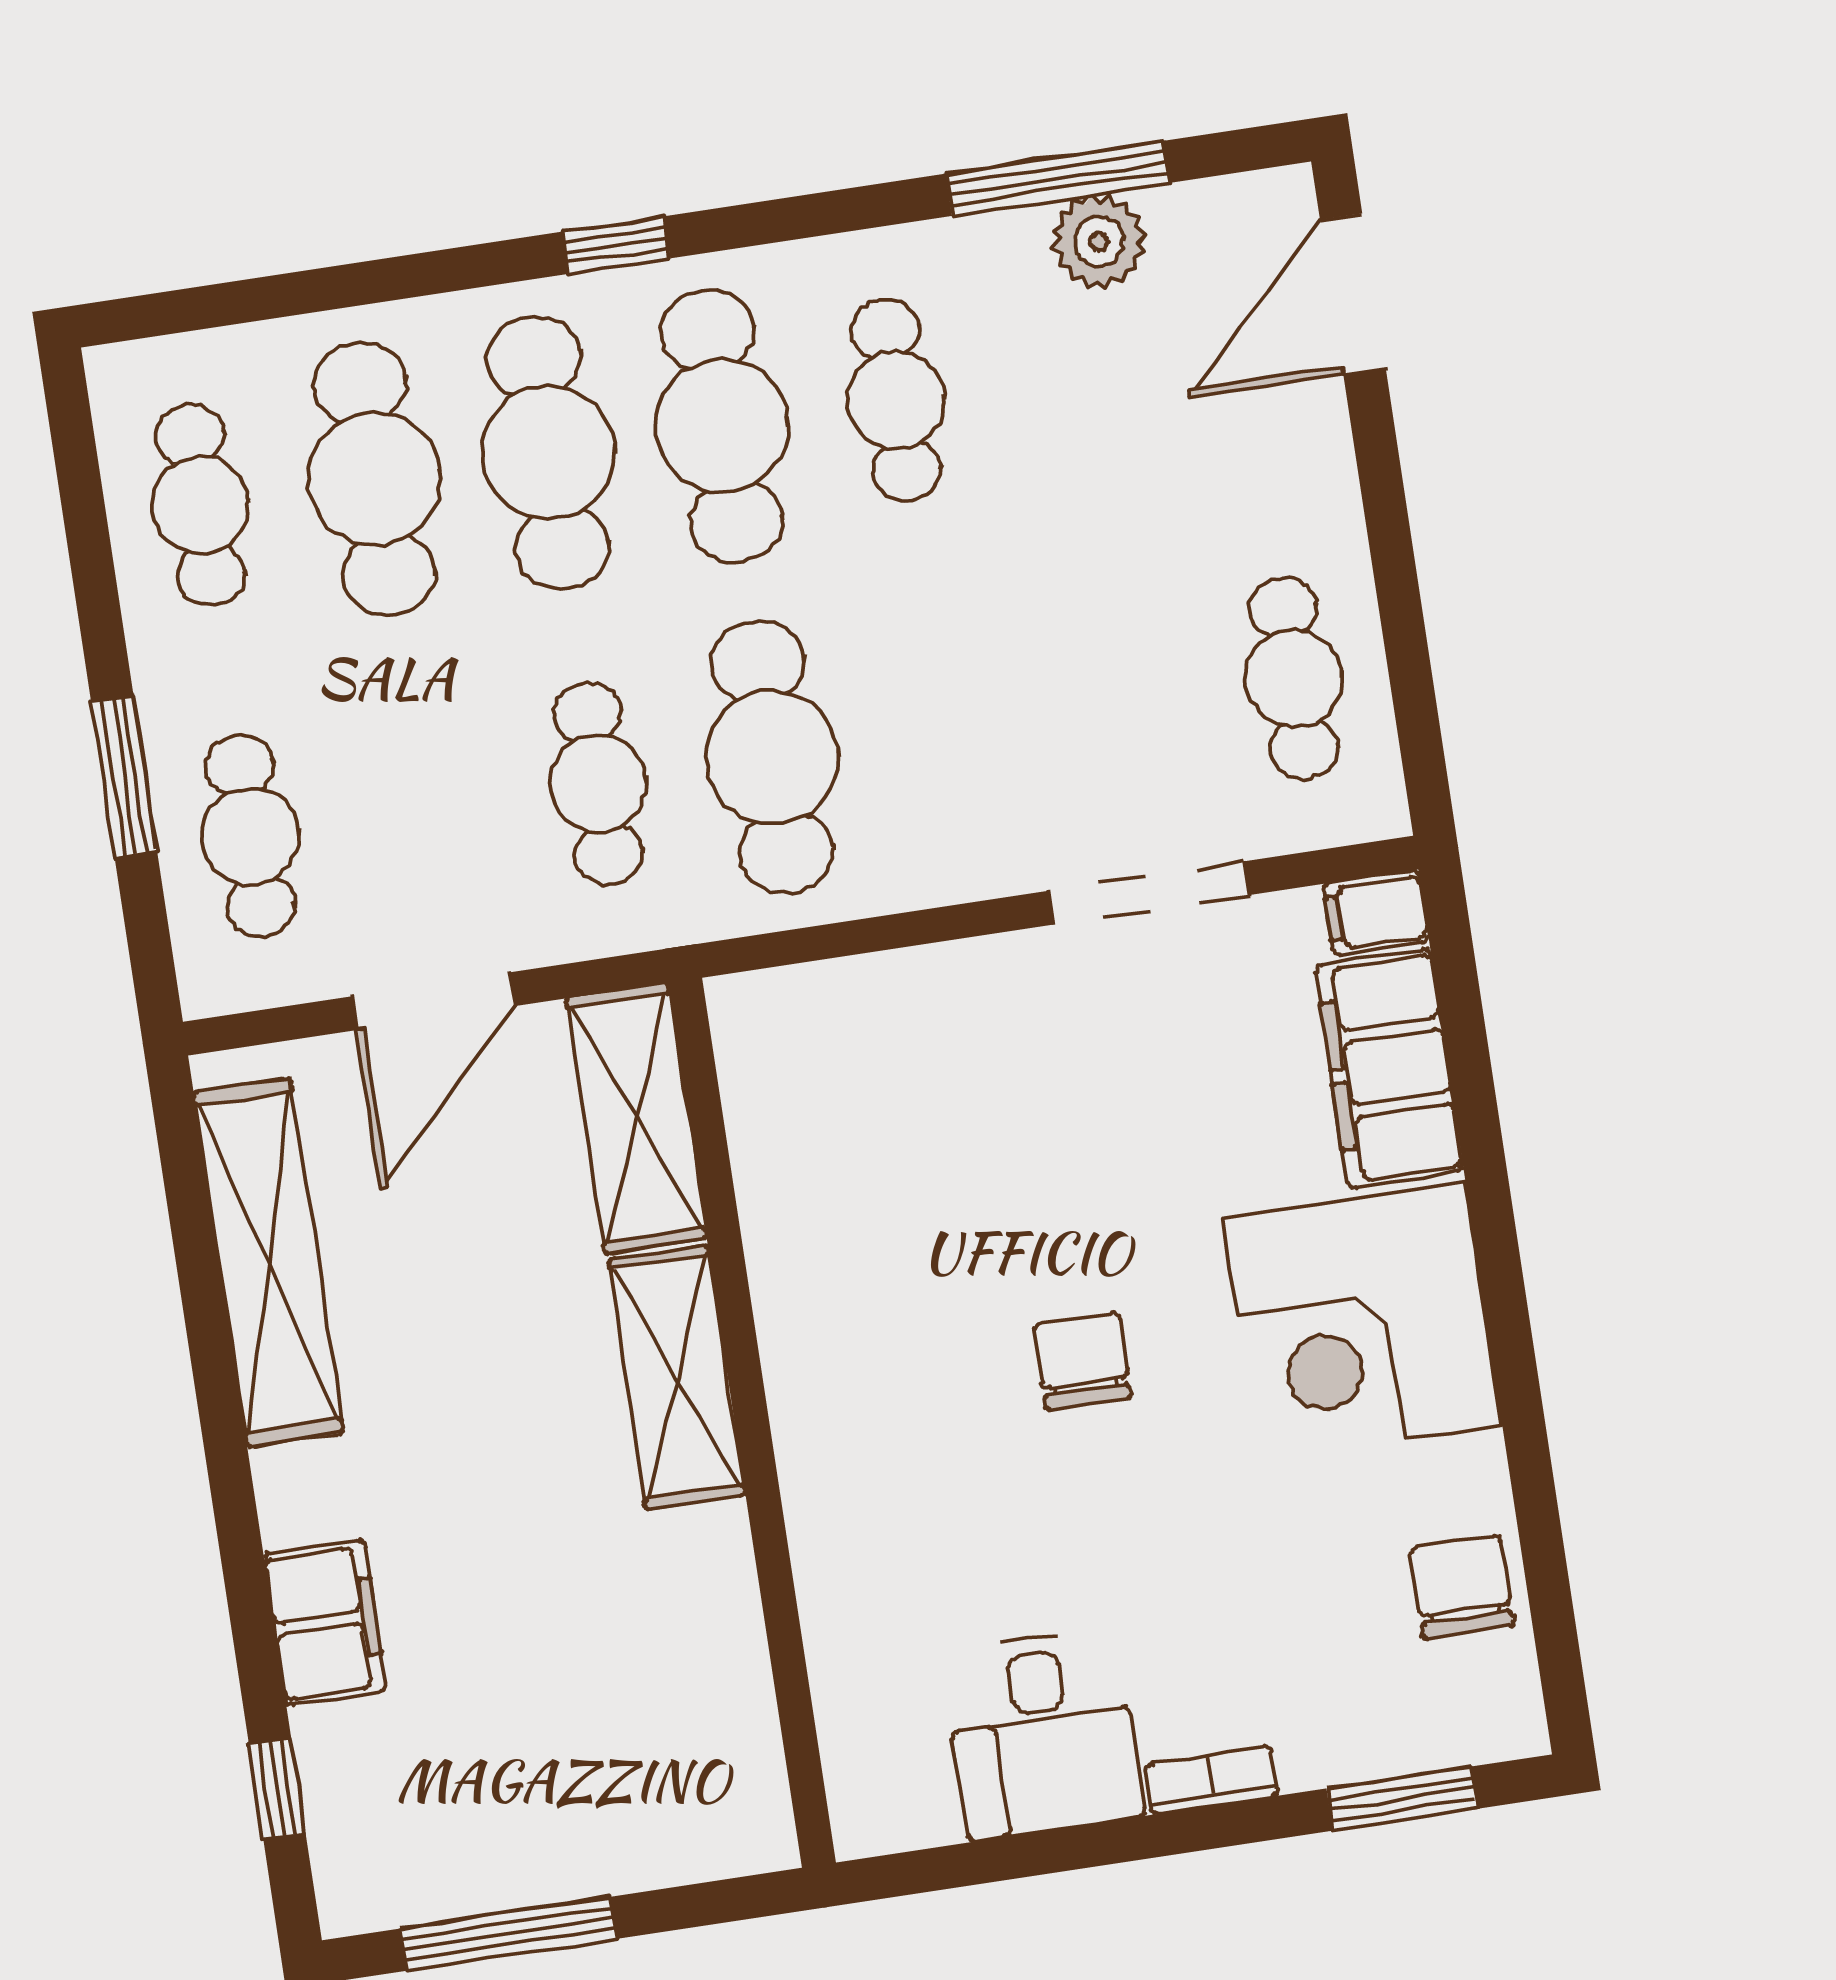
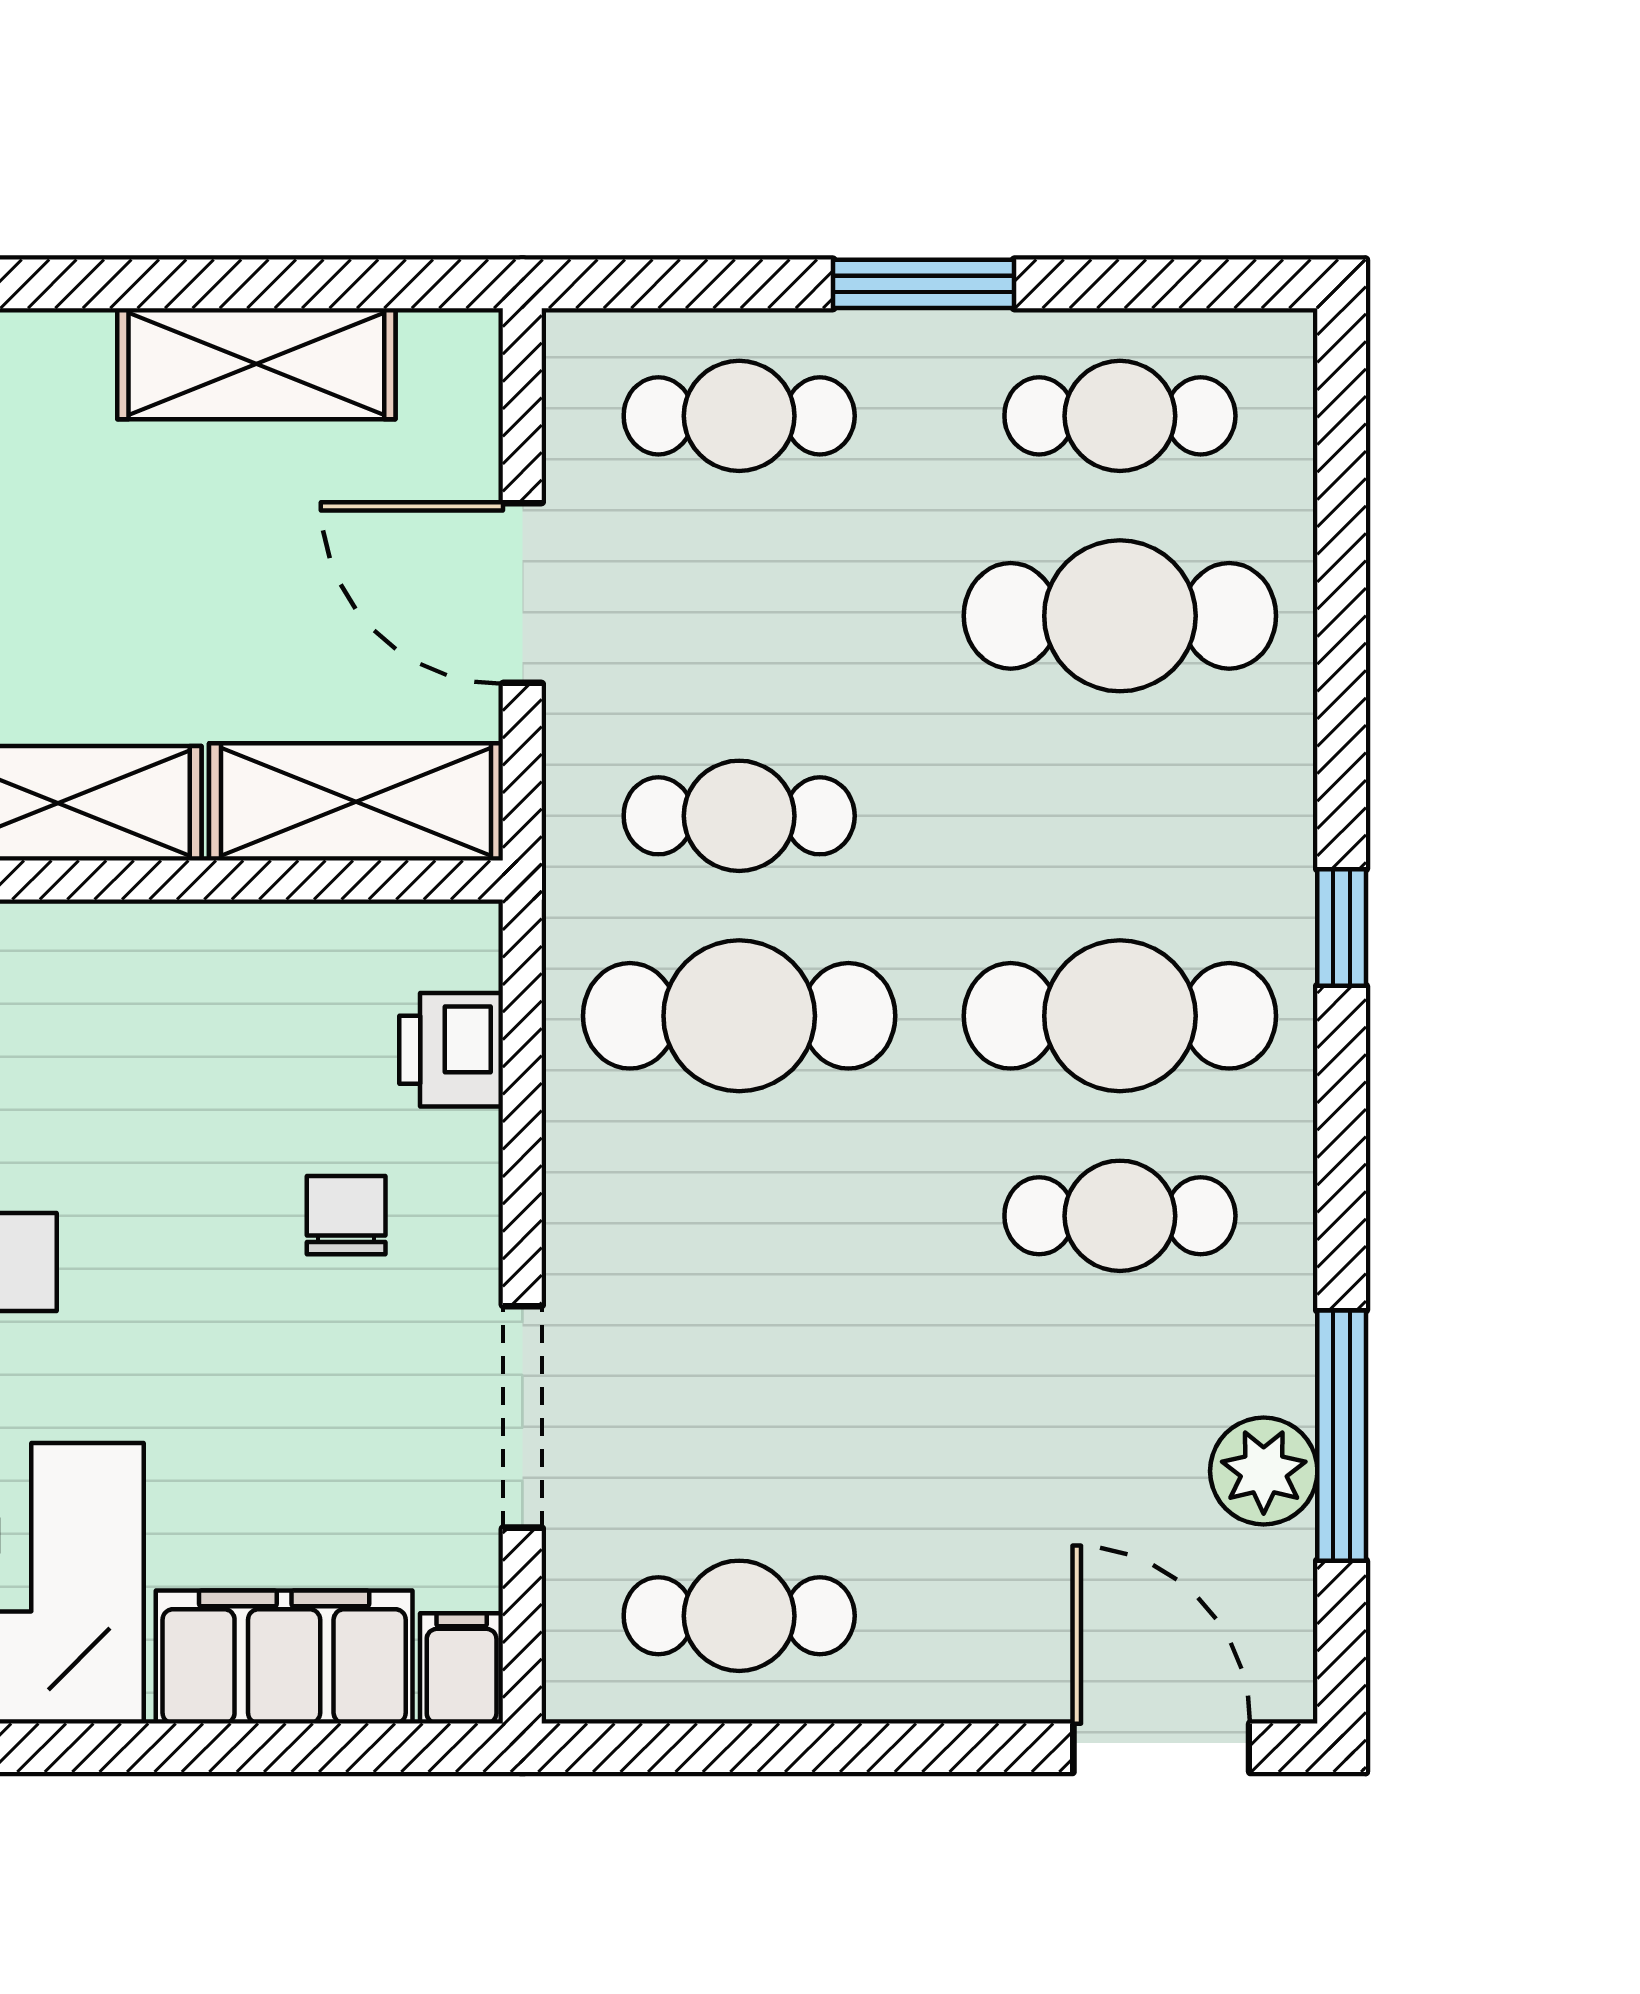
cafe table: (548, 452) -> (1120, 816), removed
window: (124, 777) -> (924, 284), moved
printer: (839, 1003) -> (451, 1050), added
chair: (997, 1073) -> (346, 1215), added
shelving: (269, 1263) -> (256, 364), width x0.68

